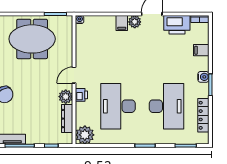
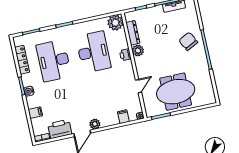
filing cabinet: (122, 23) -> (123, 117), moved
door: (74, 75) -> (138, 86), moved

